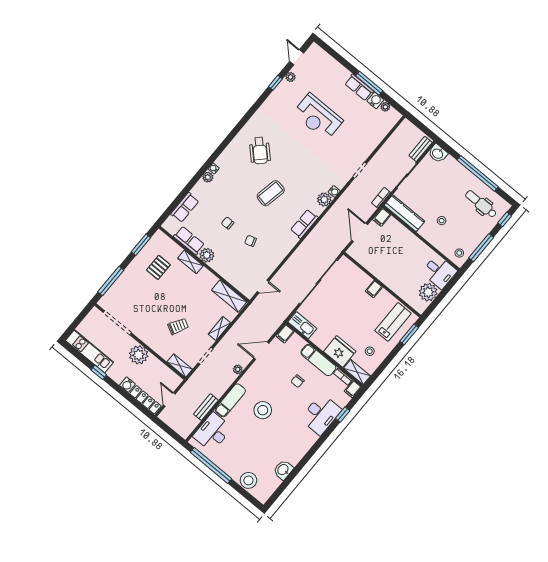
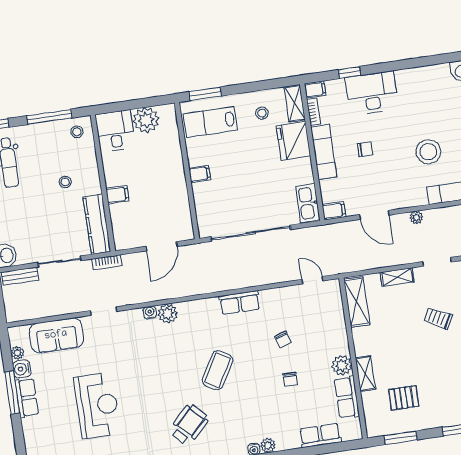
sofa: (373, 135) -> (56, 335), added
coffee table: (271, 193) -> (217, 370), turned -71
filing cabinet: (382, 217) -> (117, 195), moved
row of seats: (304, 224) -> (240, 303), moved

